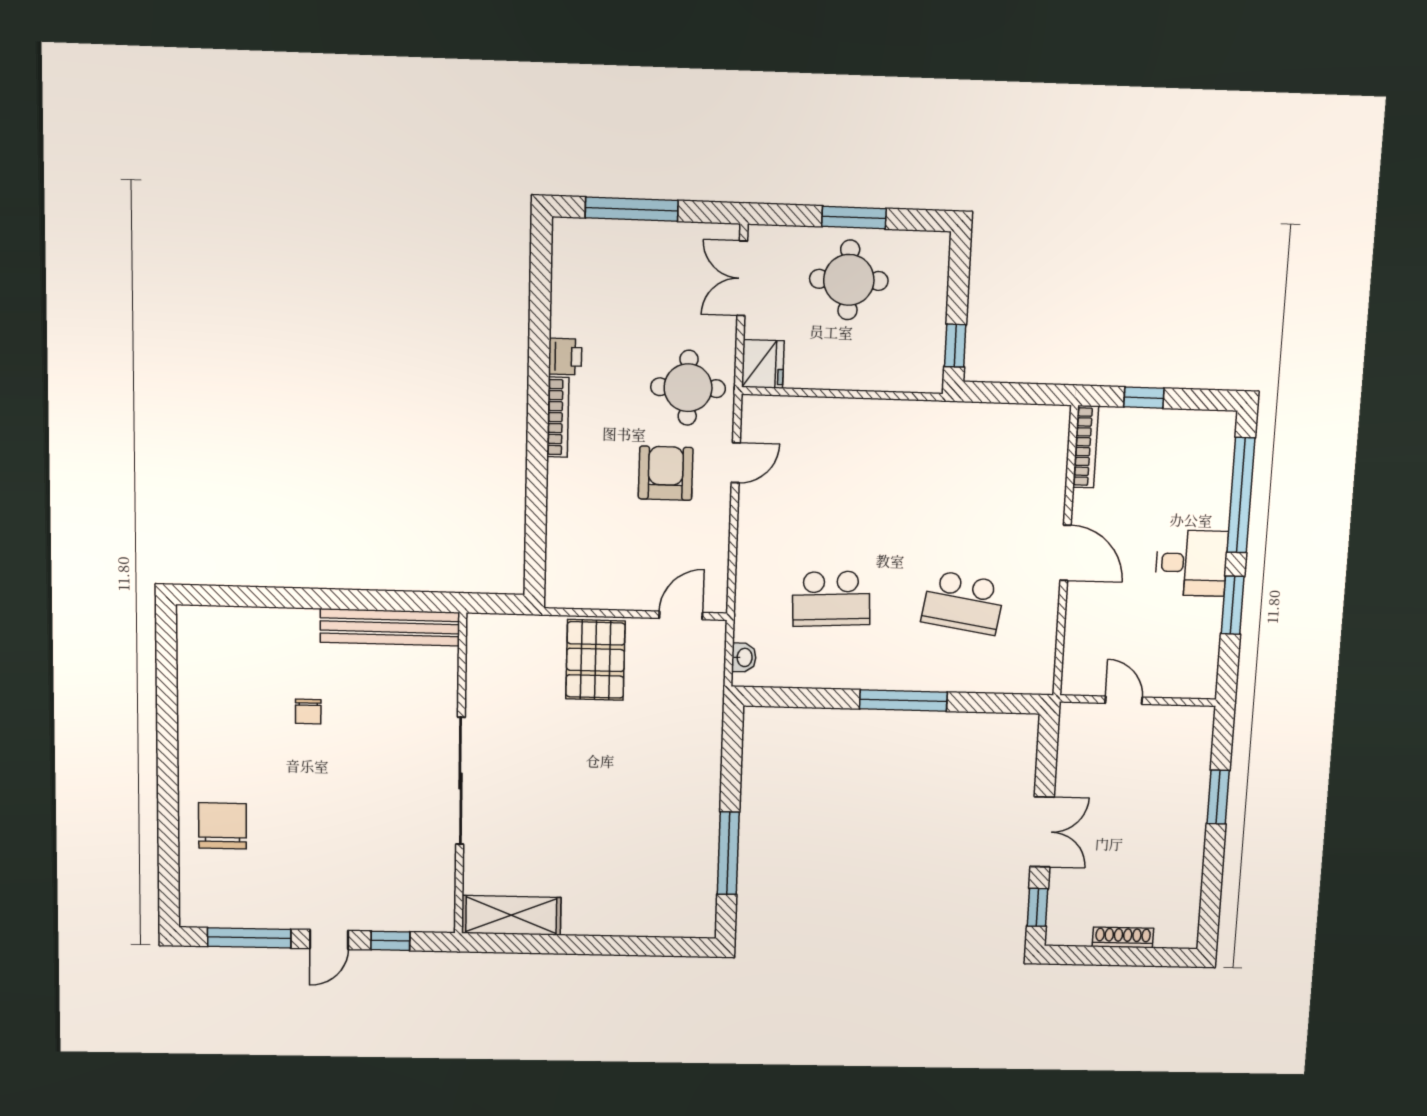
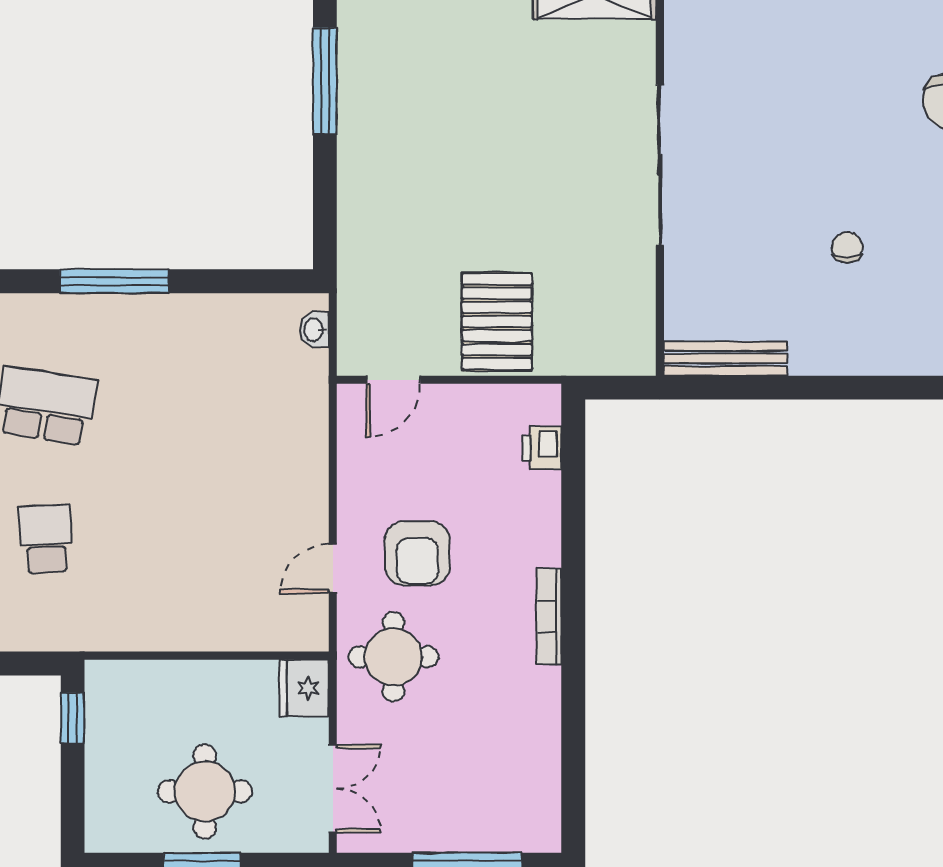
printer: (565, 357) -> (542, 448), moved
school desk: (831, 599) -> (46, 539), moved, width x0.54
bench: (390, 627) -> (726, 359), width x0.73, depth x0.82

